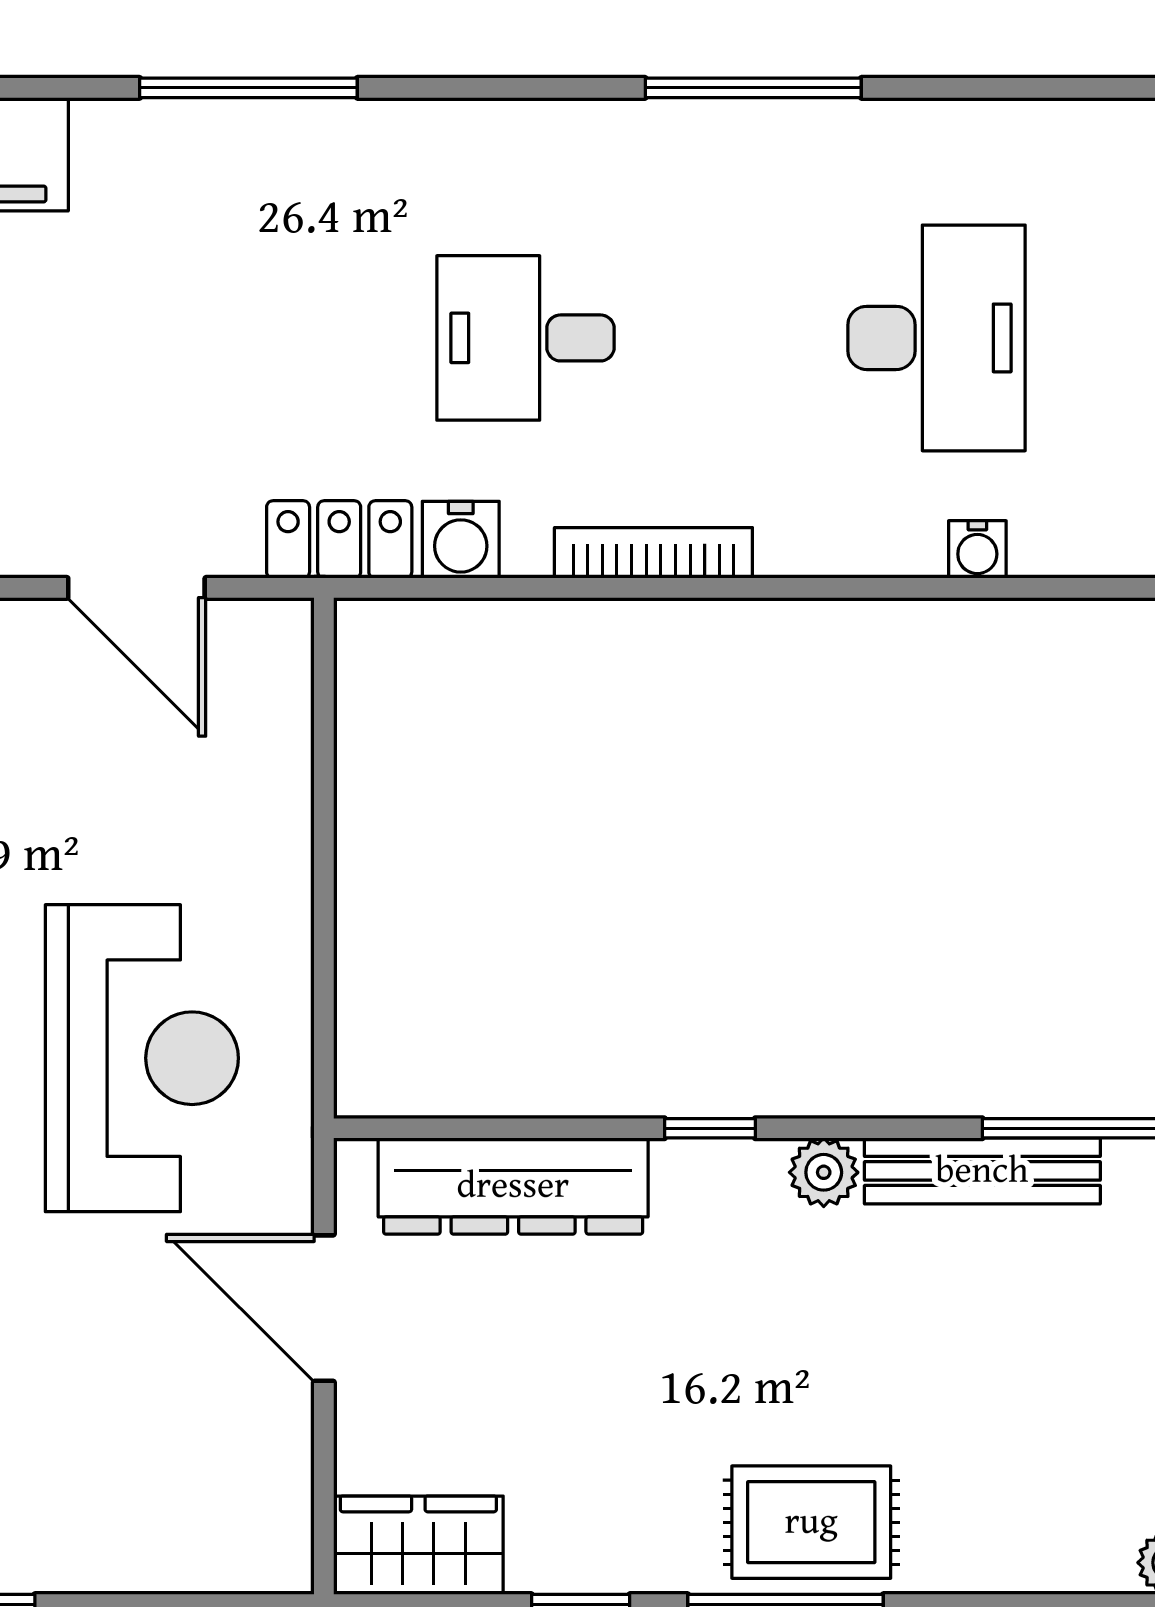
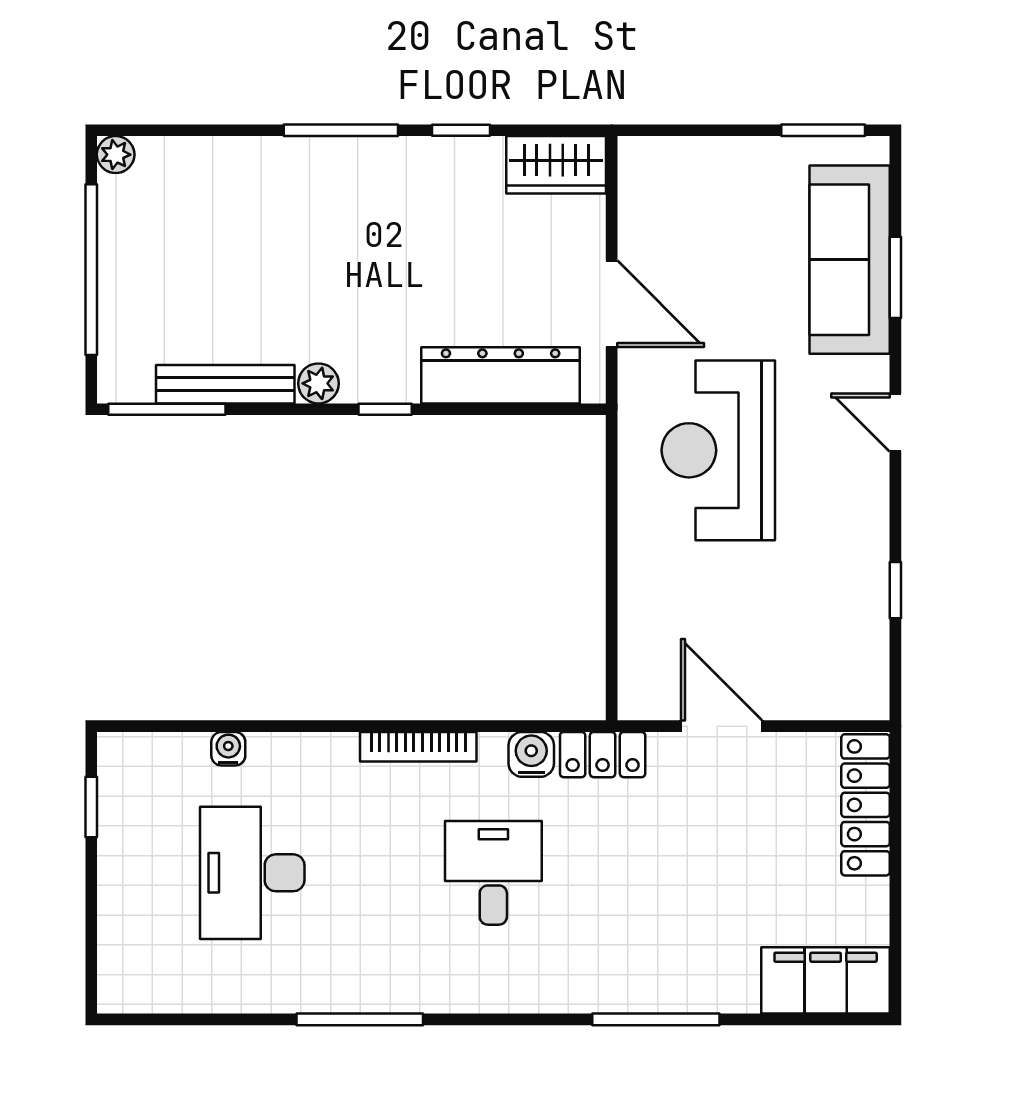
desk: (525, 338) -> (493, 873), turned -90
rug: (811, 1522) -> (326, 178), removed

